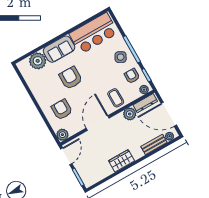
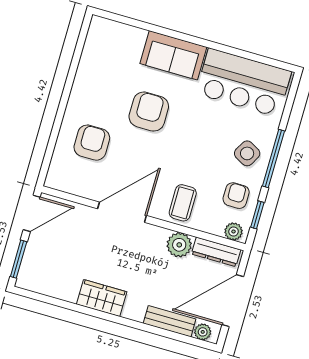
plant: (38, 61) -> (127, 41), removed
door: (169, 114) -> (233, 301), hinge flipped
plant: (62, 135) -> (57, 178), removed

